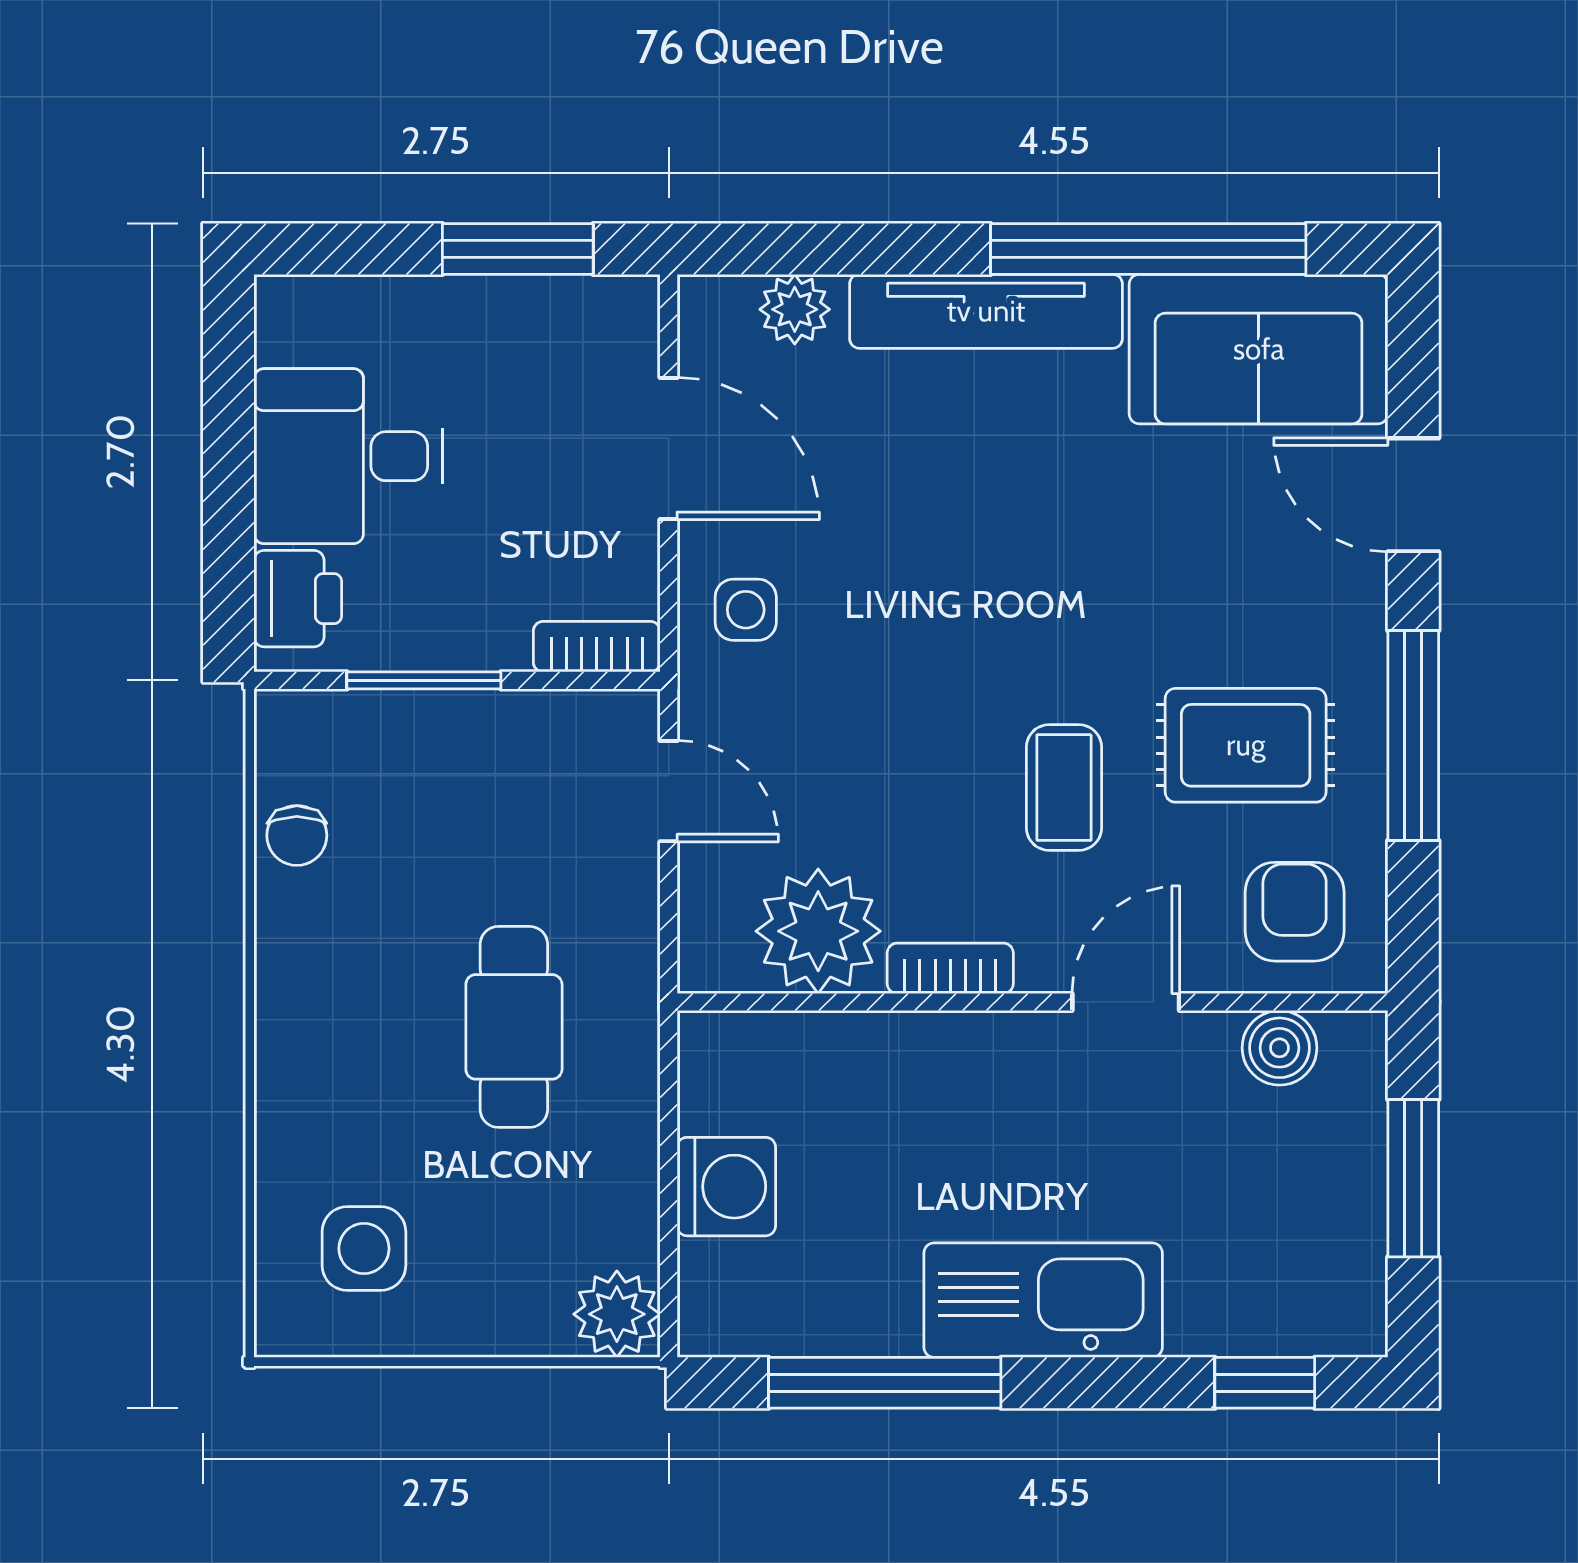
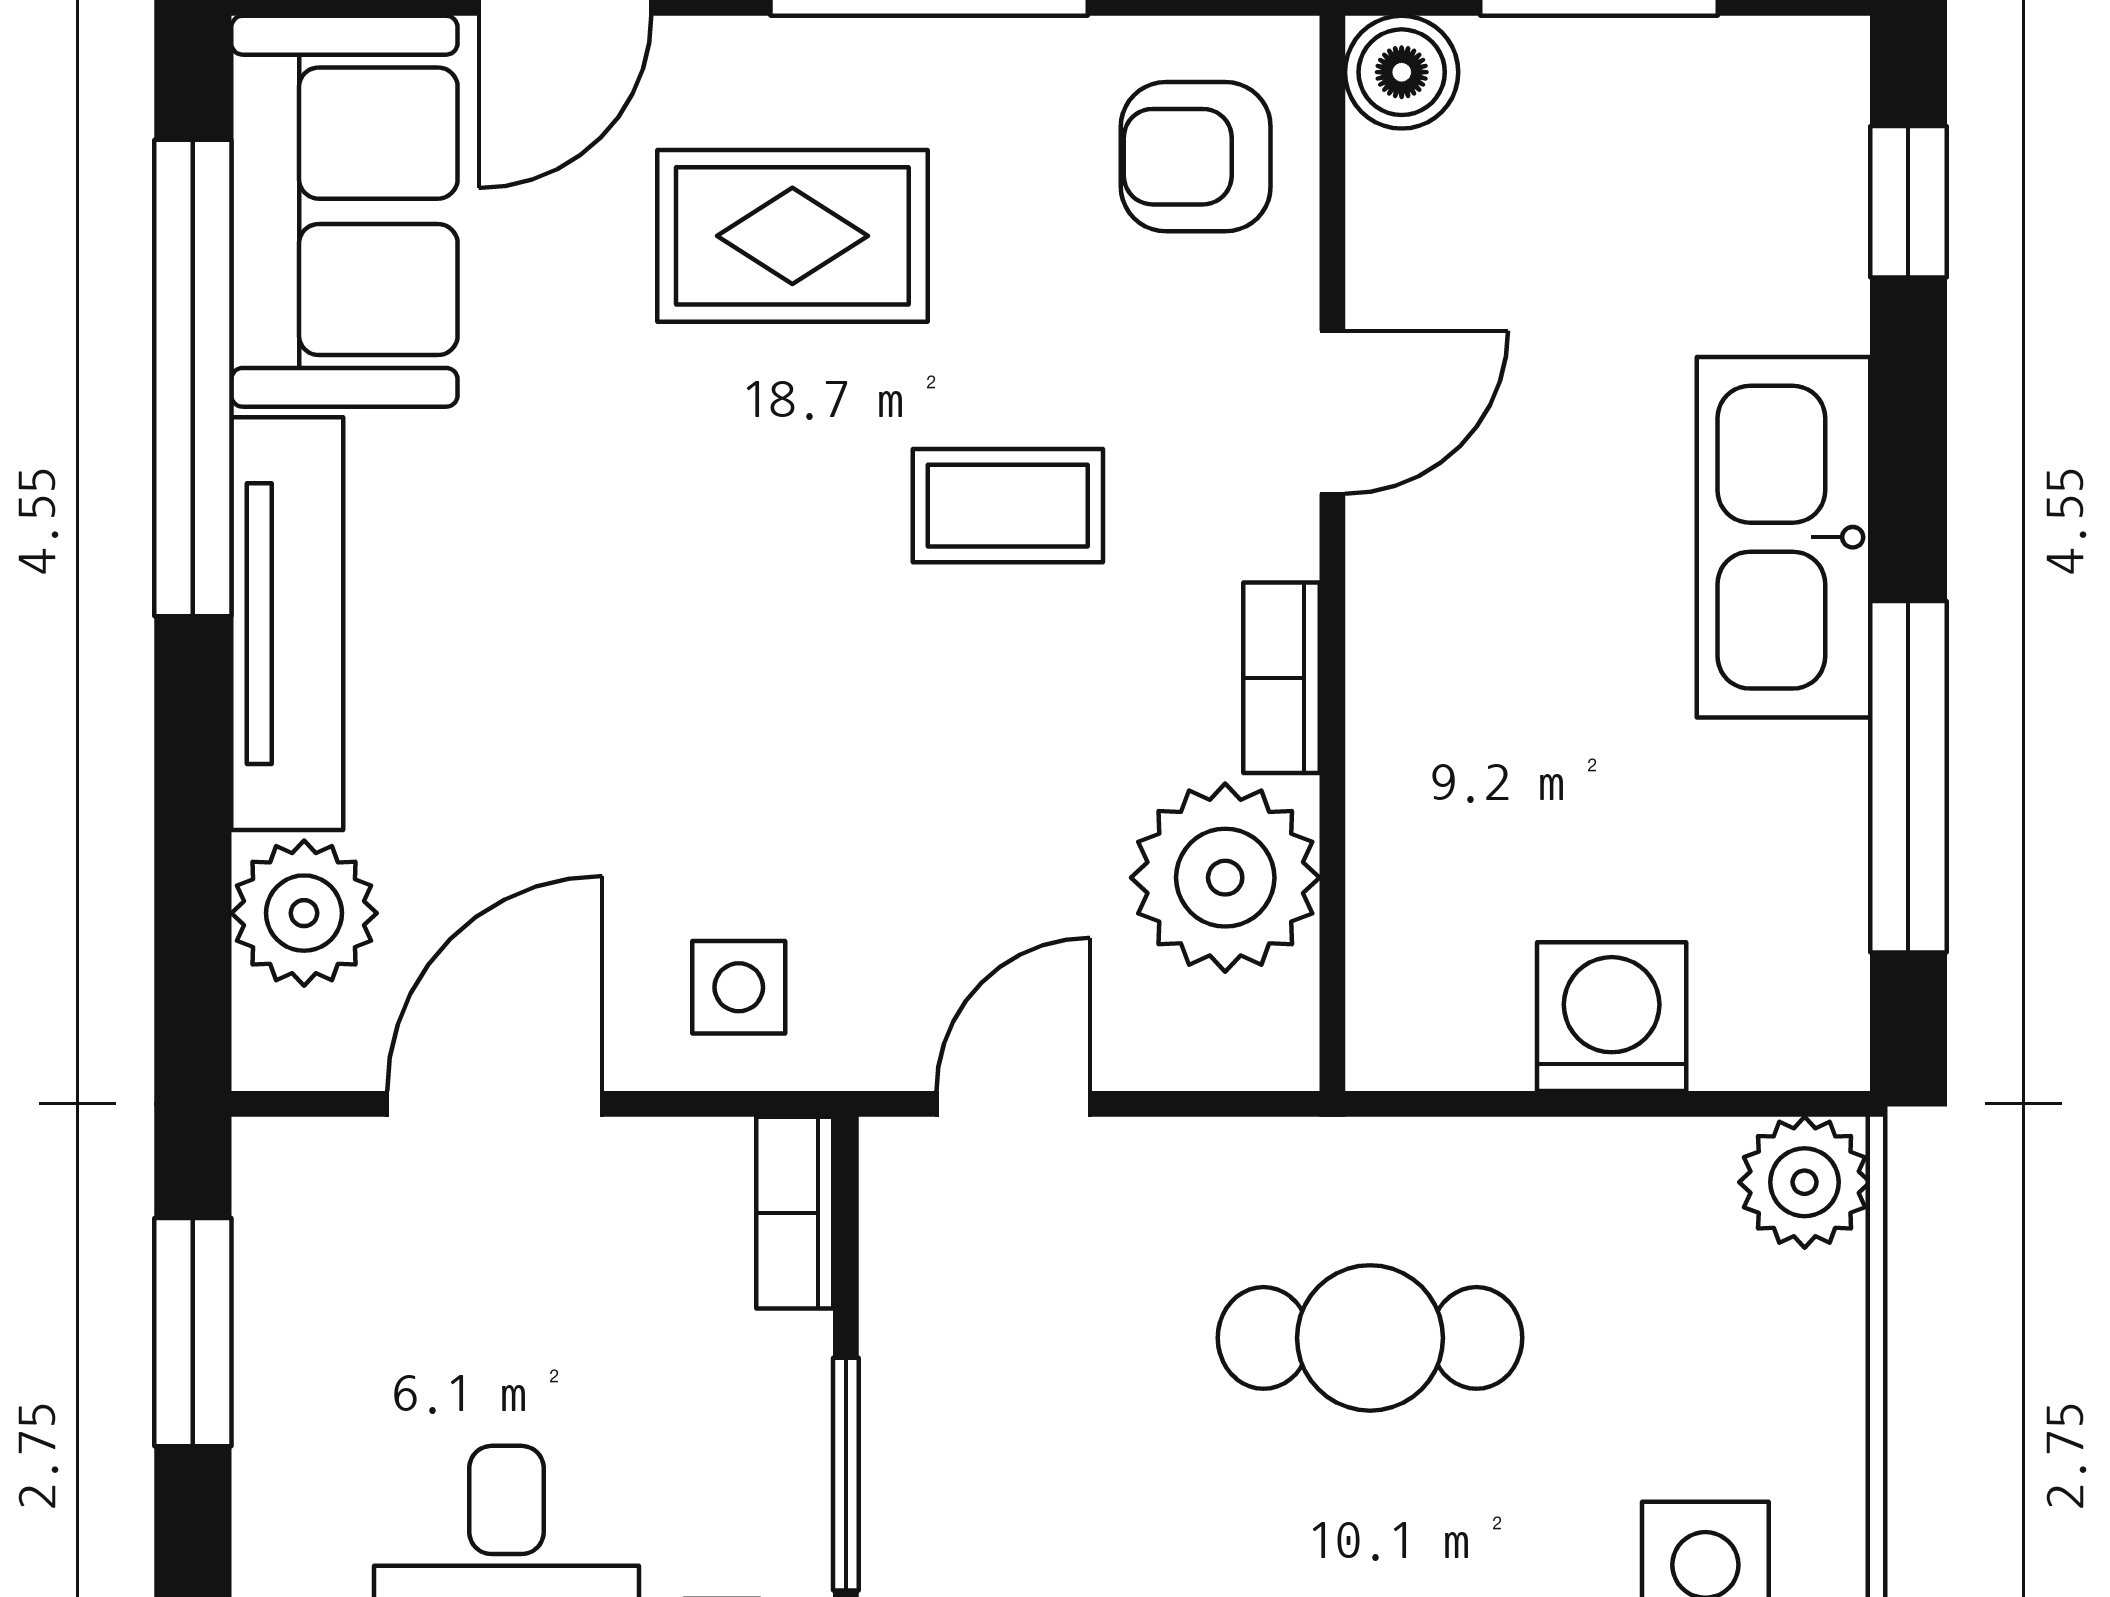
plant: (795, 309) -> (304, 913), width x1.38, depth x1.38
rug: (1246, 745) -> (792, 236), moved, turned 90
door: (1126, 1002) -> (1332, 412), swing flipped
boiler: (1279, 1048) -> (1402, 72), moved

